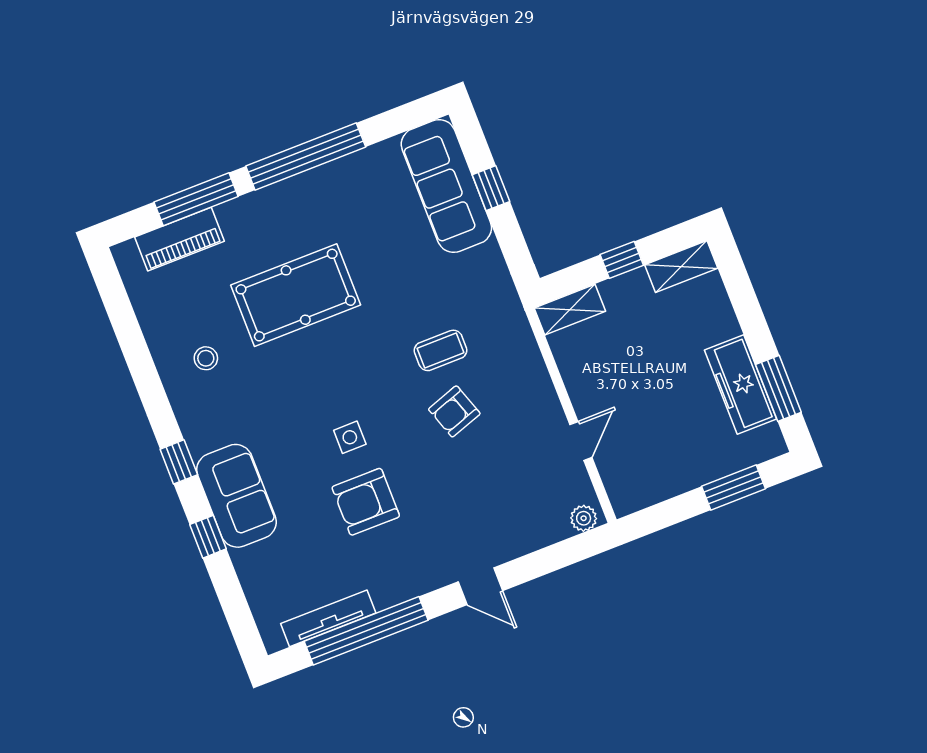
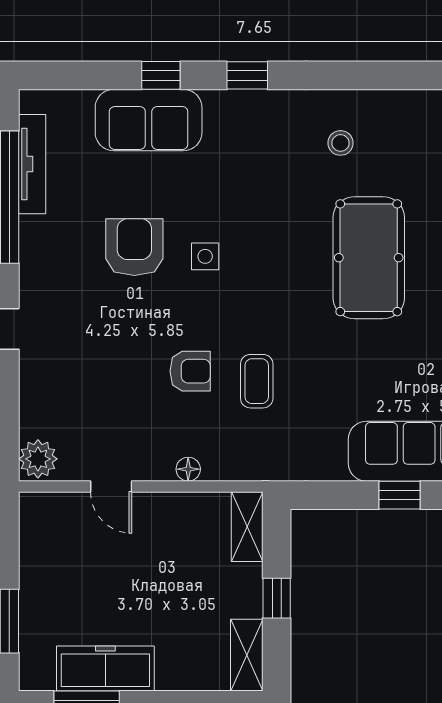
floor lamp: (540, 380) -> (188, 469), added
armchair: (454, 411) -> (190, 371), turned 109
sofa: (237, 496) -> (149, 120), moved
plant: (584, 518) -> (38, 459), width x1.38, depth x1.38

